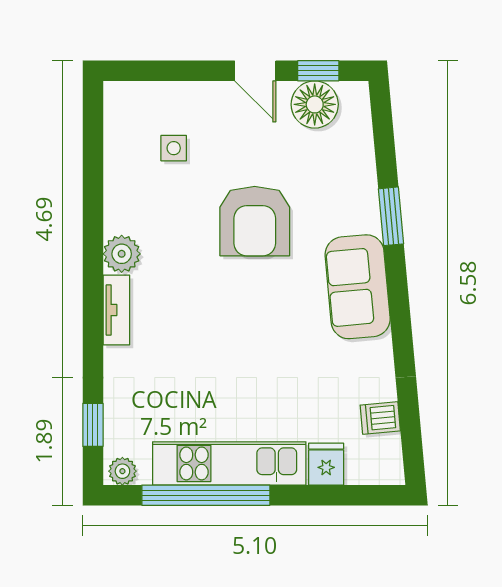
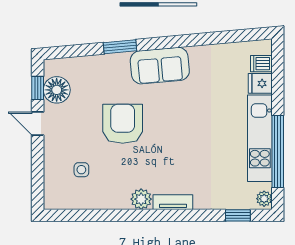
door: (255, 71) -> (38, 124), swing flipped
armchair: (255, 221) -> (123, 124), turned -90
dishwasher: (380, 418) -> (261, 64), moved, turned 95

